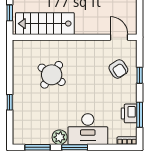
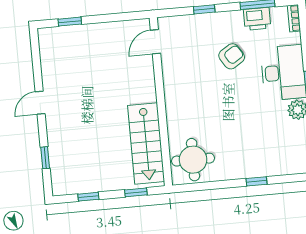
armchair: (118, 69) -> (232, 56), moved
round table: (52, 75) -> (193, 160), moved, turned -36

